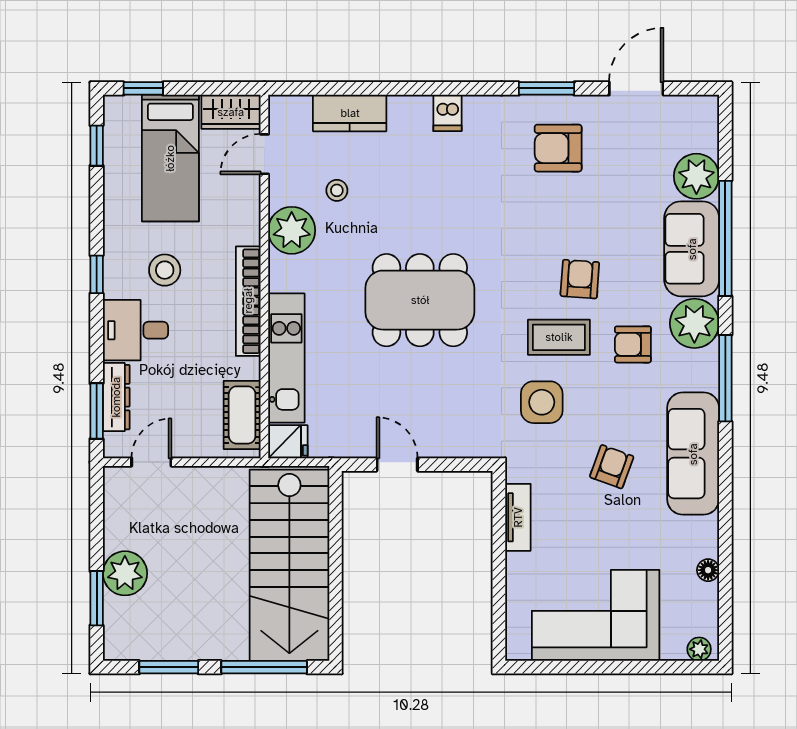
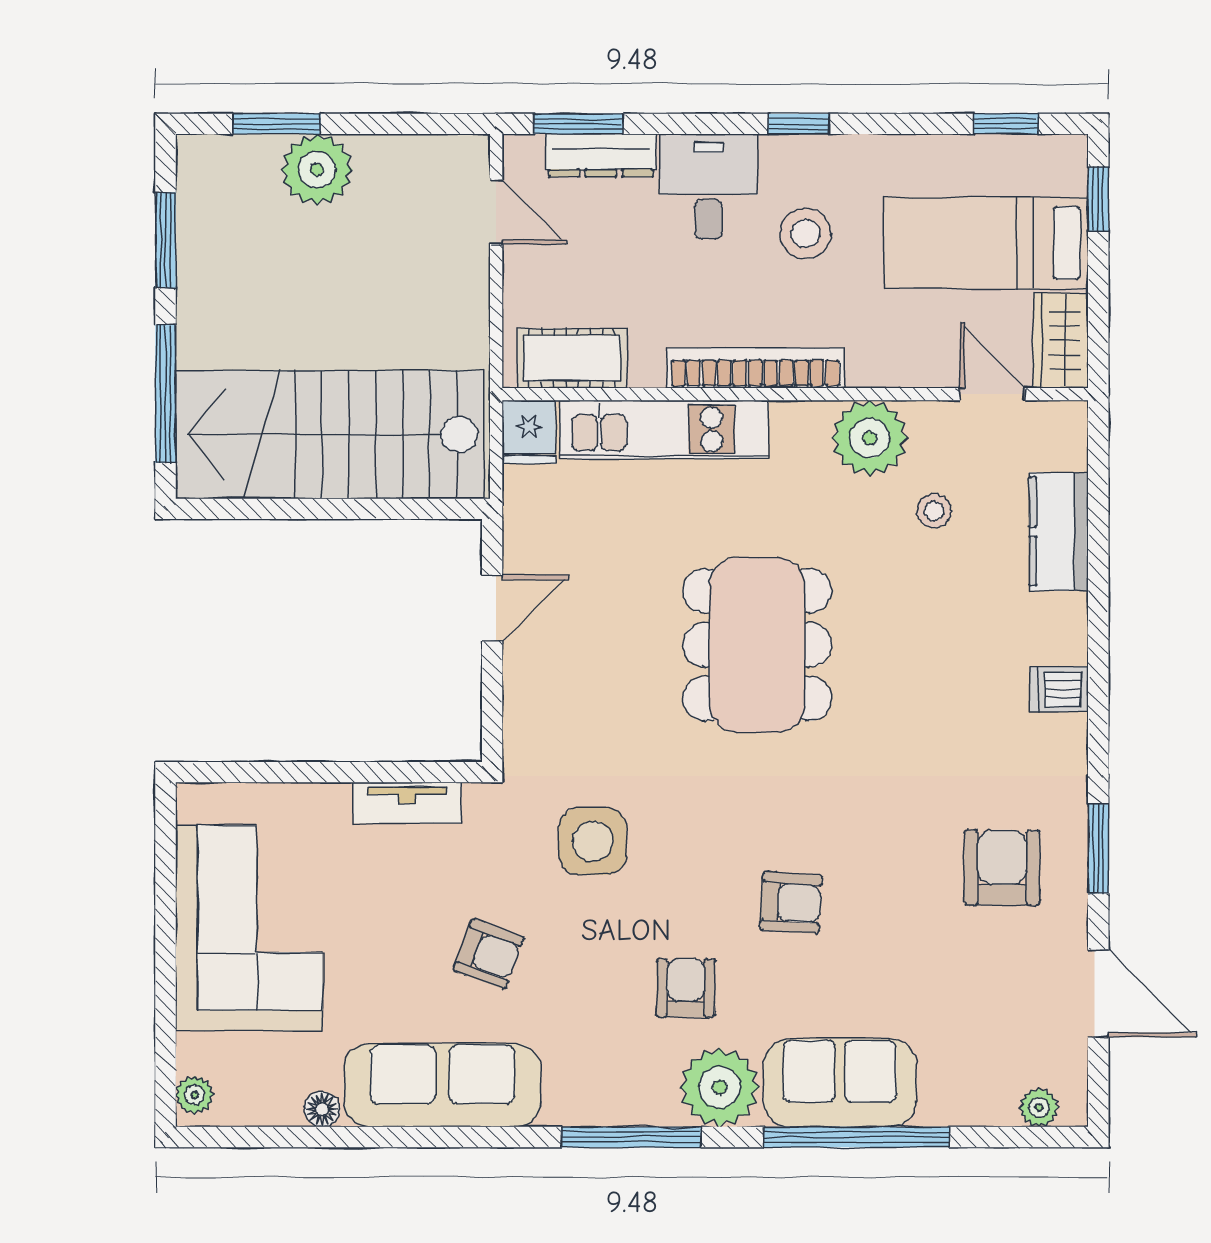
plant: (696, 176) -> (1039, 1108), moved, width x0.53, depth x0.53
coffee table: (559, 337) -> (697, 869), removed
sofa: (693, 454) -> (442, 1085), moved

